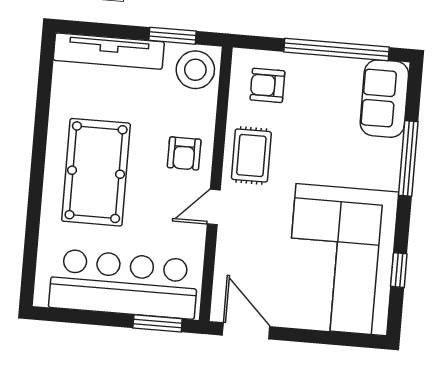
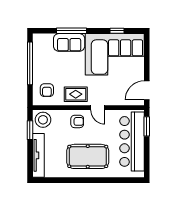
sofa: (384, 99) -> (69, 42), moved

